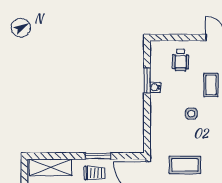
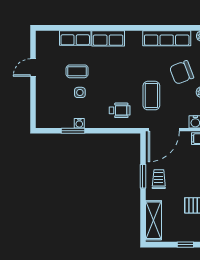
wheelchair: (181, 60) -> (120, 110), moved
side table: (191, 114) -> (80, 92), moved

